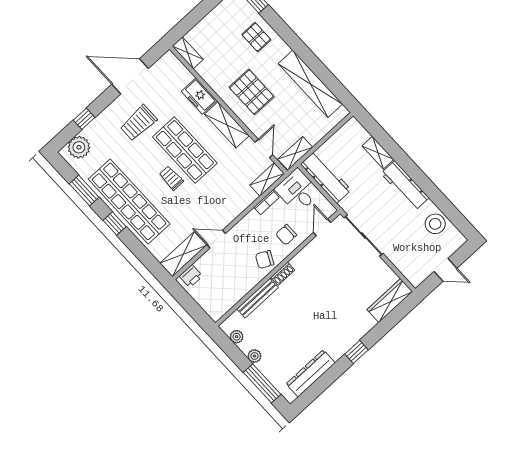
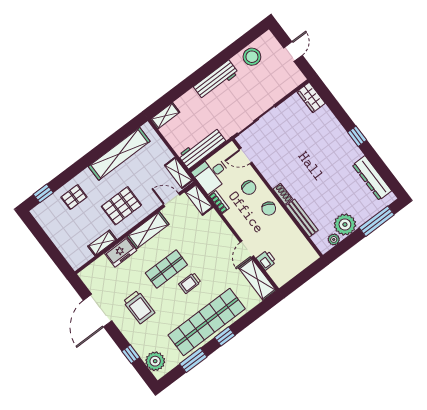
shelving: (188, 53) -> (102, 243), moved
shop shelf: (185, 150) -> (166, 269), width x0.70, depth x0.74
shelving: (378, 153) -> (165, 116), moved
printer: (191, 276) -> (266, 260), moved
wardrobe: (390, 301) -> (311, 97), width x0.67
plant: (254, 356) -> (345, 225), width x1.88, depth x1.88

